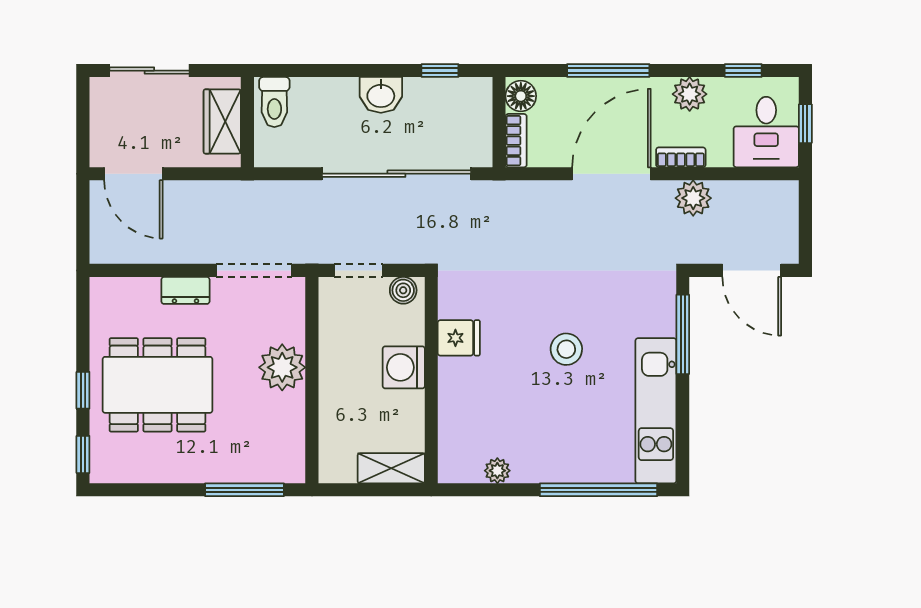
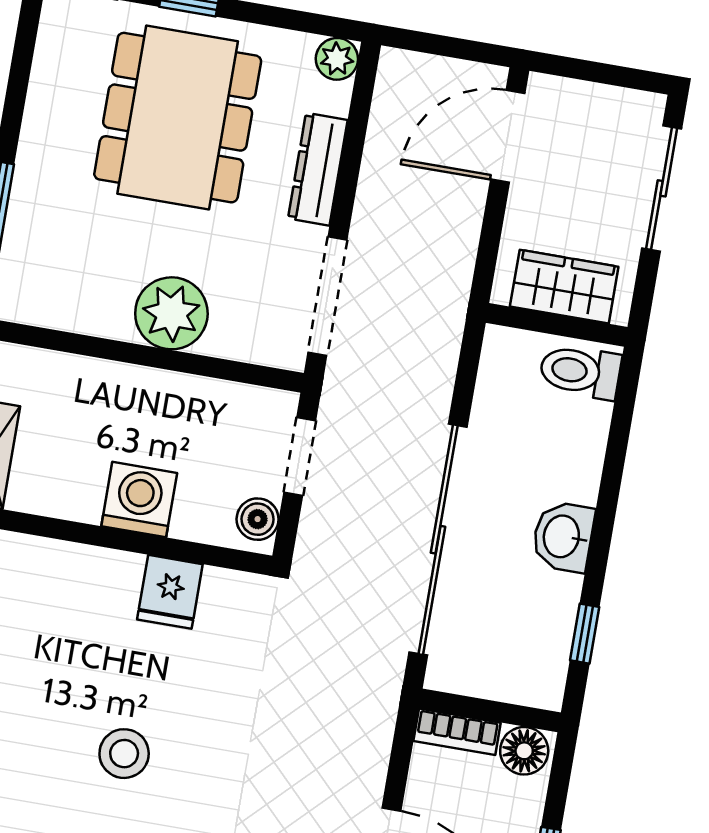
plant: (103, 290) -> (337, 59), added
dresser: (185, 290) -> (318, 169), width x1.44

